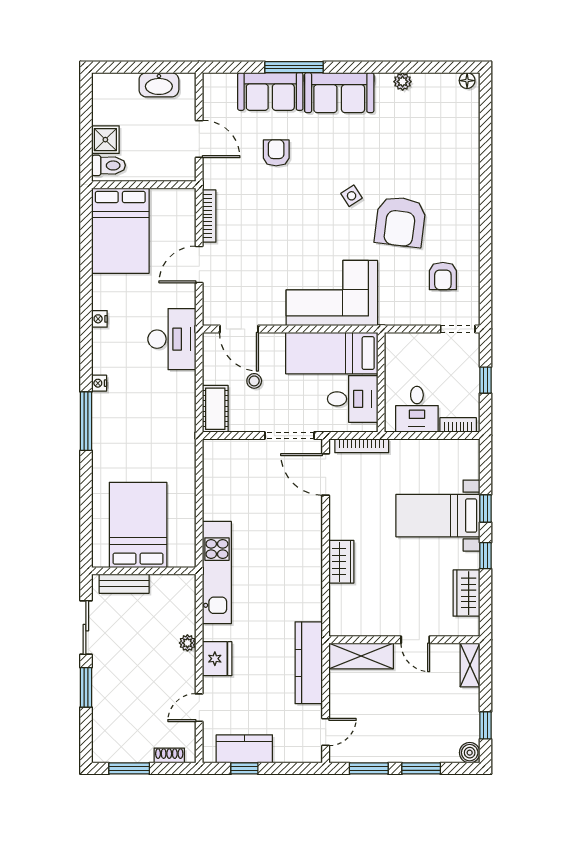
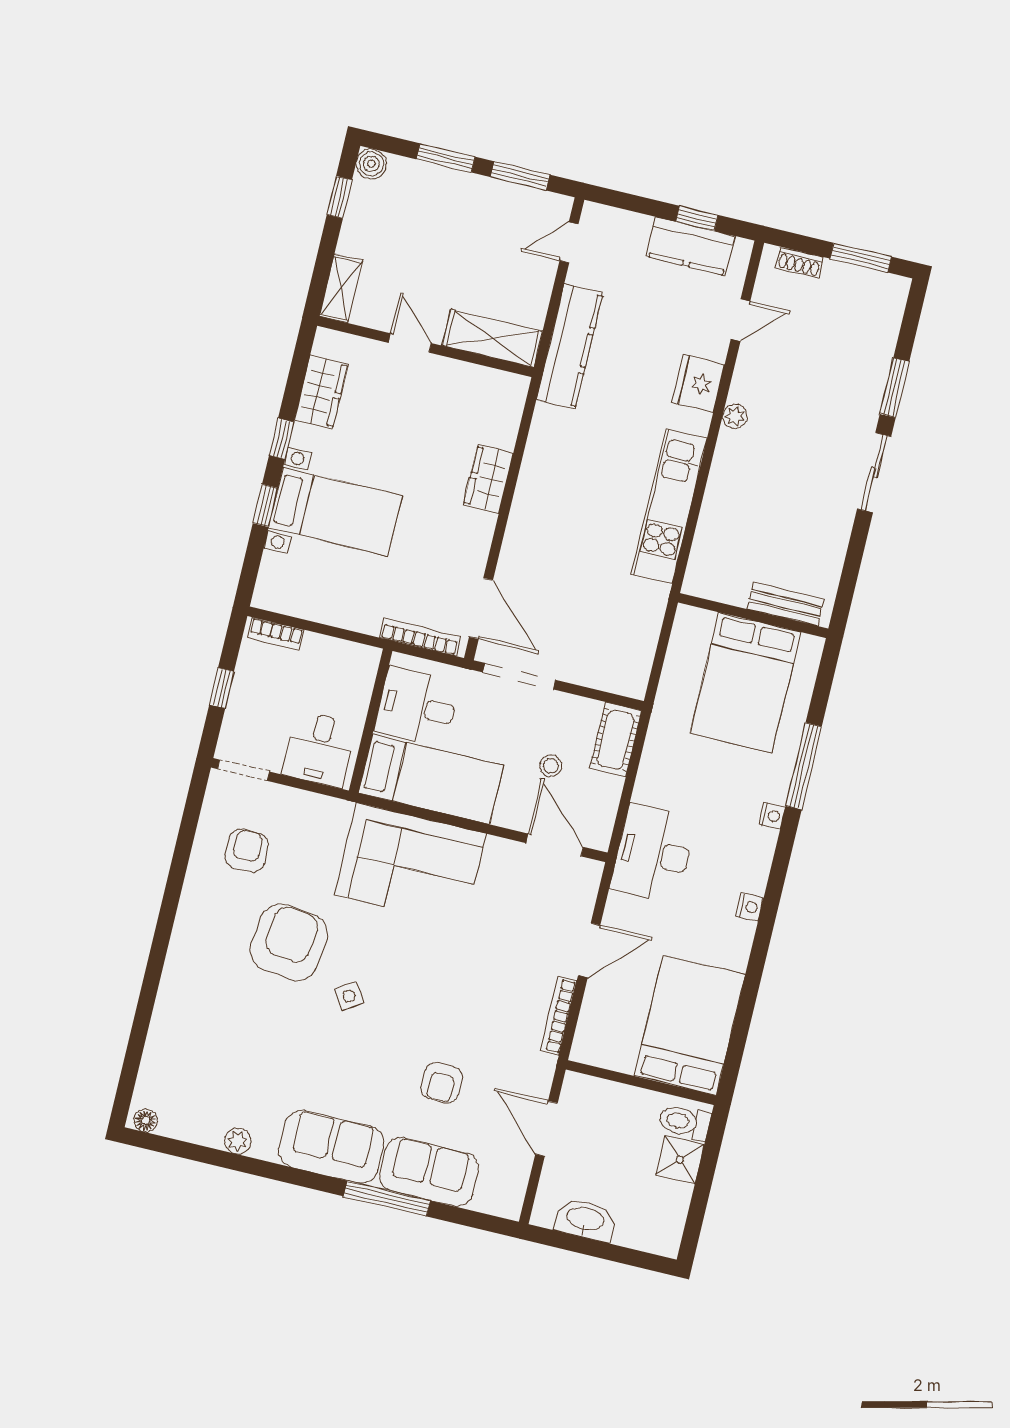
desk: (417, 409) -> (319, 749), moved, turned 180
bed: (138, 525) -> (745, 683), moved
wall: (144, 571) -> (753, 616), moved
bench: (124, 584) -> (785, 604), moved

